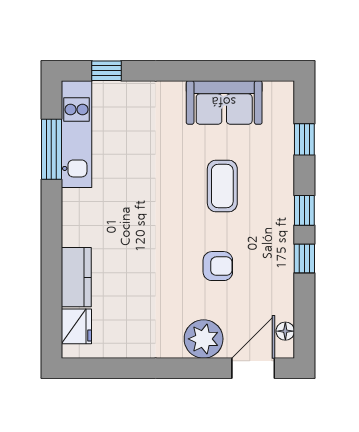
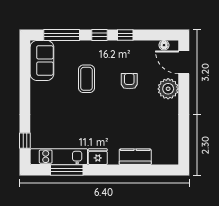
sofa: (224, 102) -> (42, 60), moved
window: (304, 139) -> (62, 35), width x2.17
coffee table: (222, 186) -> (86, 79), turned 90
fridge: (76, 326) -> (98, 157), moved

